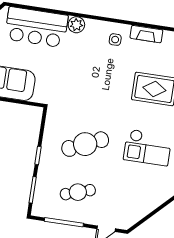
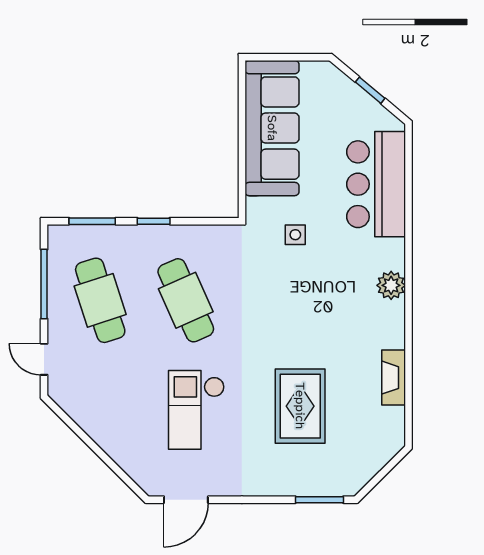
plant: (76, 25) -> (391, 285), moved
side table: (115, 40) -> (295, 235), moved
cafe table: (78, 192) -> (100, 300), width x1.37, depth x1.35

